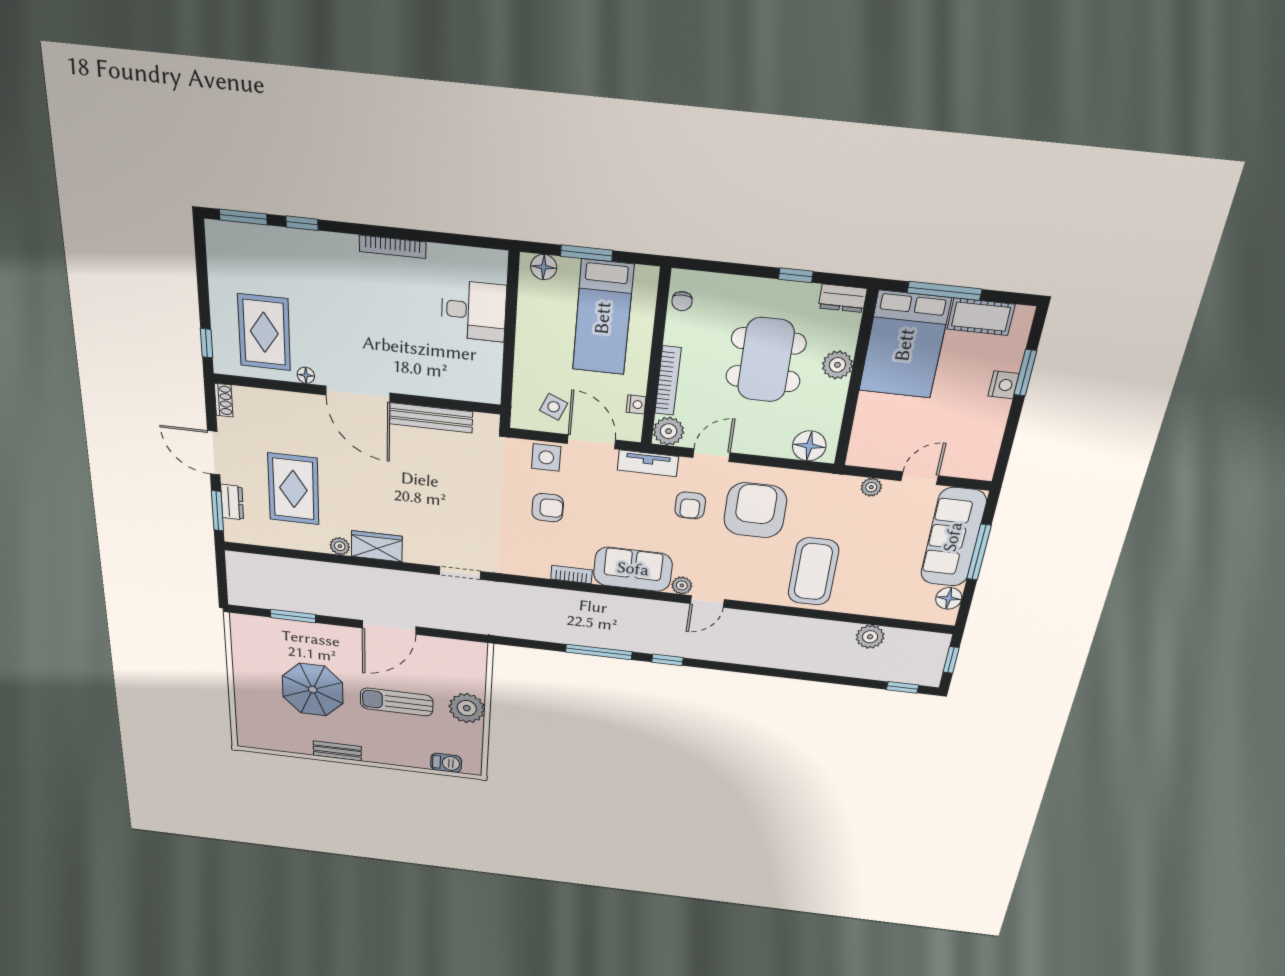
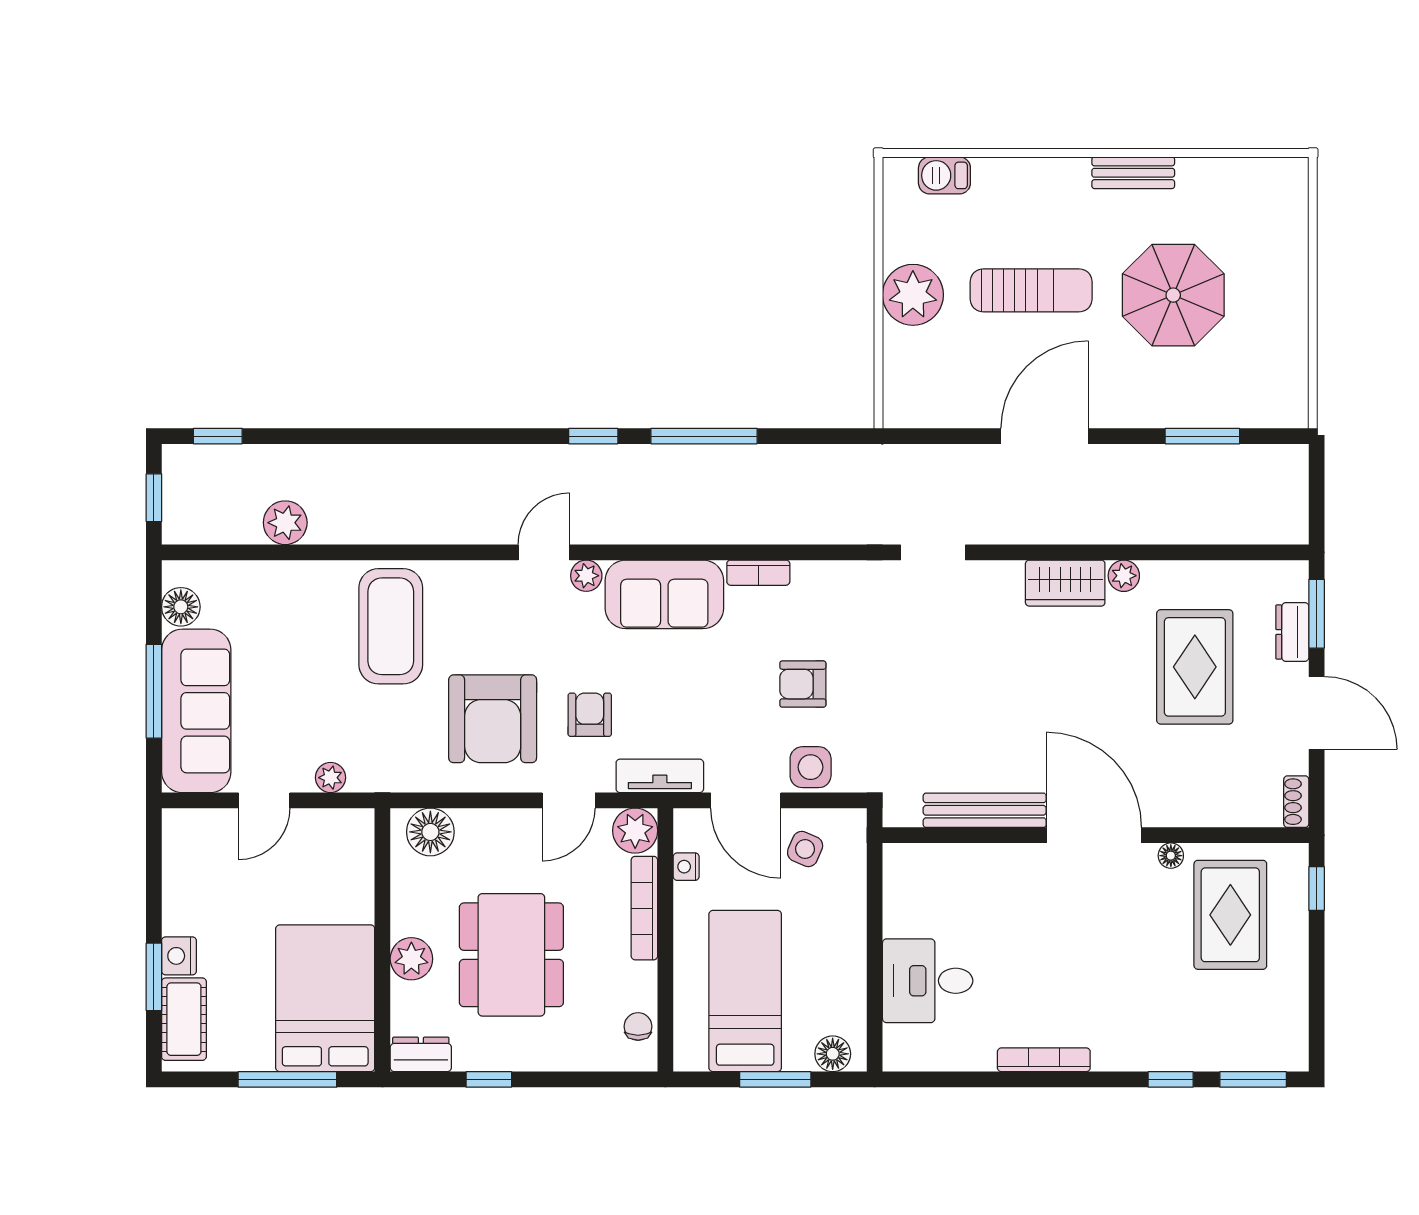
cot: (981, 317) -> (184, 1019), moved, turned 90

